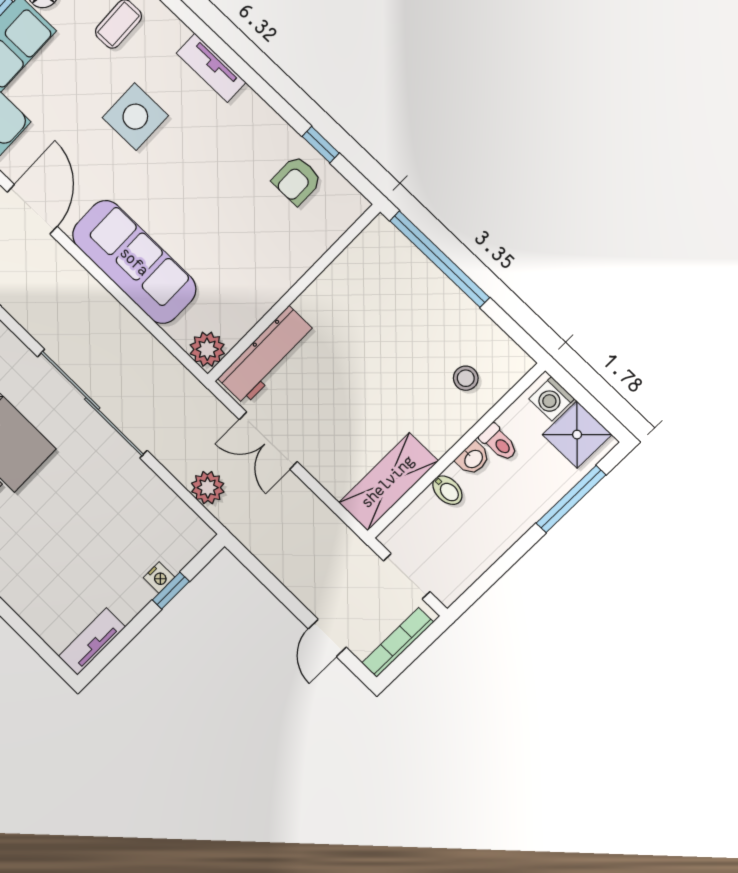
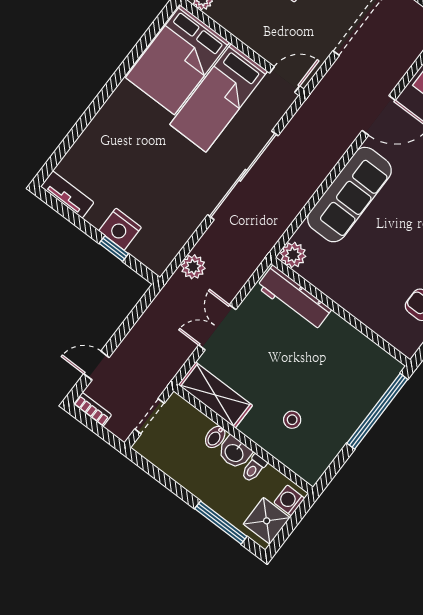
stool: (466, 378) -> (292, 420), moved
double door: (268, 441) -> (217, 327), moved
washbasin: (473, 458) -> (234, 452), width x1.38, depth x1.45
nightstand: (159, 577) -> (120, 229), width x1.89, depth x1.79
bookcase: (398, 643) -> (92, 409), width x0.64

